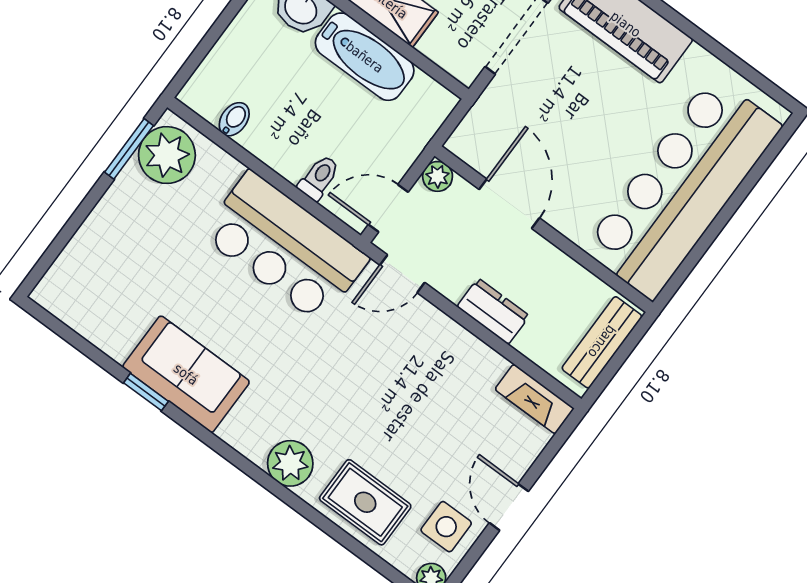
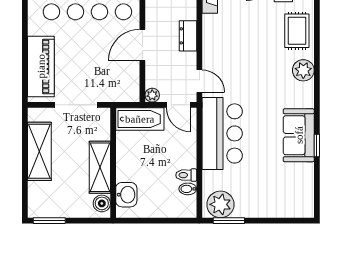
bathtub: (365, 57) -> (140, 119), moved, turned 90
toilet: (319, 178) -> (186, 175), moved
door: (509, 204) -> (142, 45), moved

